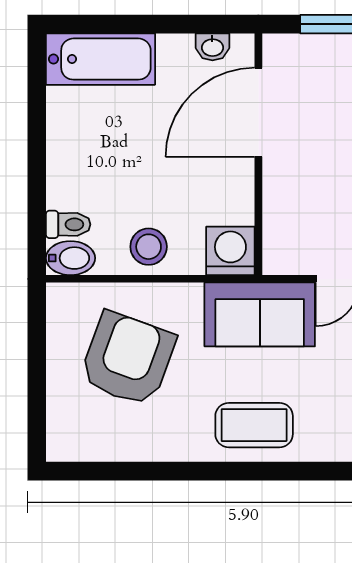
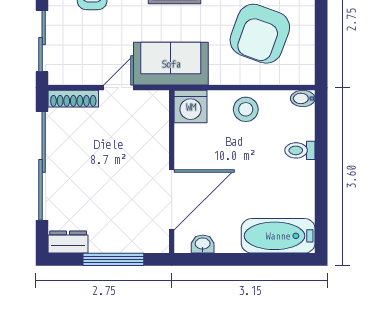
toilet: (68, 224) -> (300, 150), moved
bidet: (70, 258) -> (303, 98), width x0.72, depth x0.74

